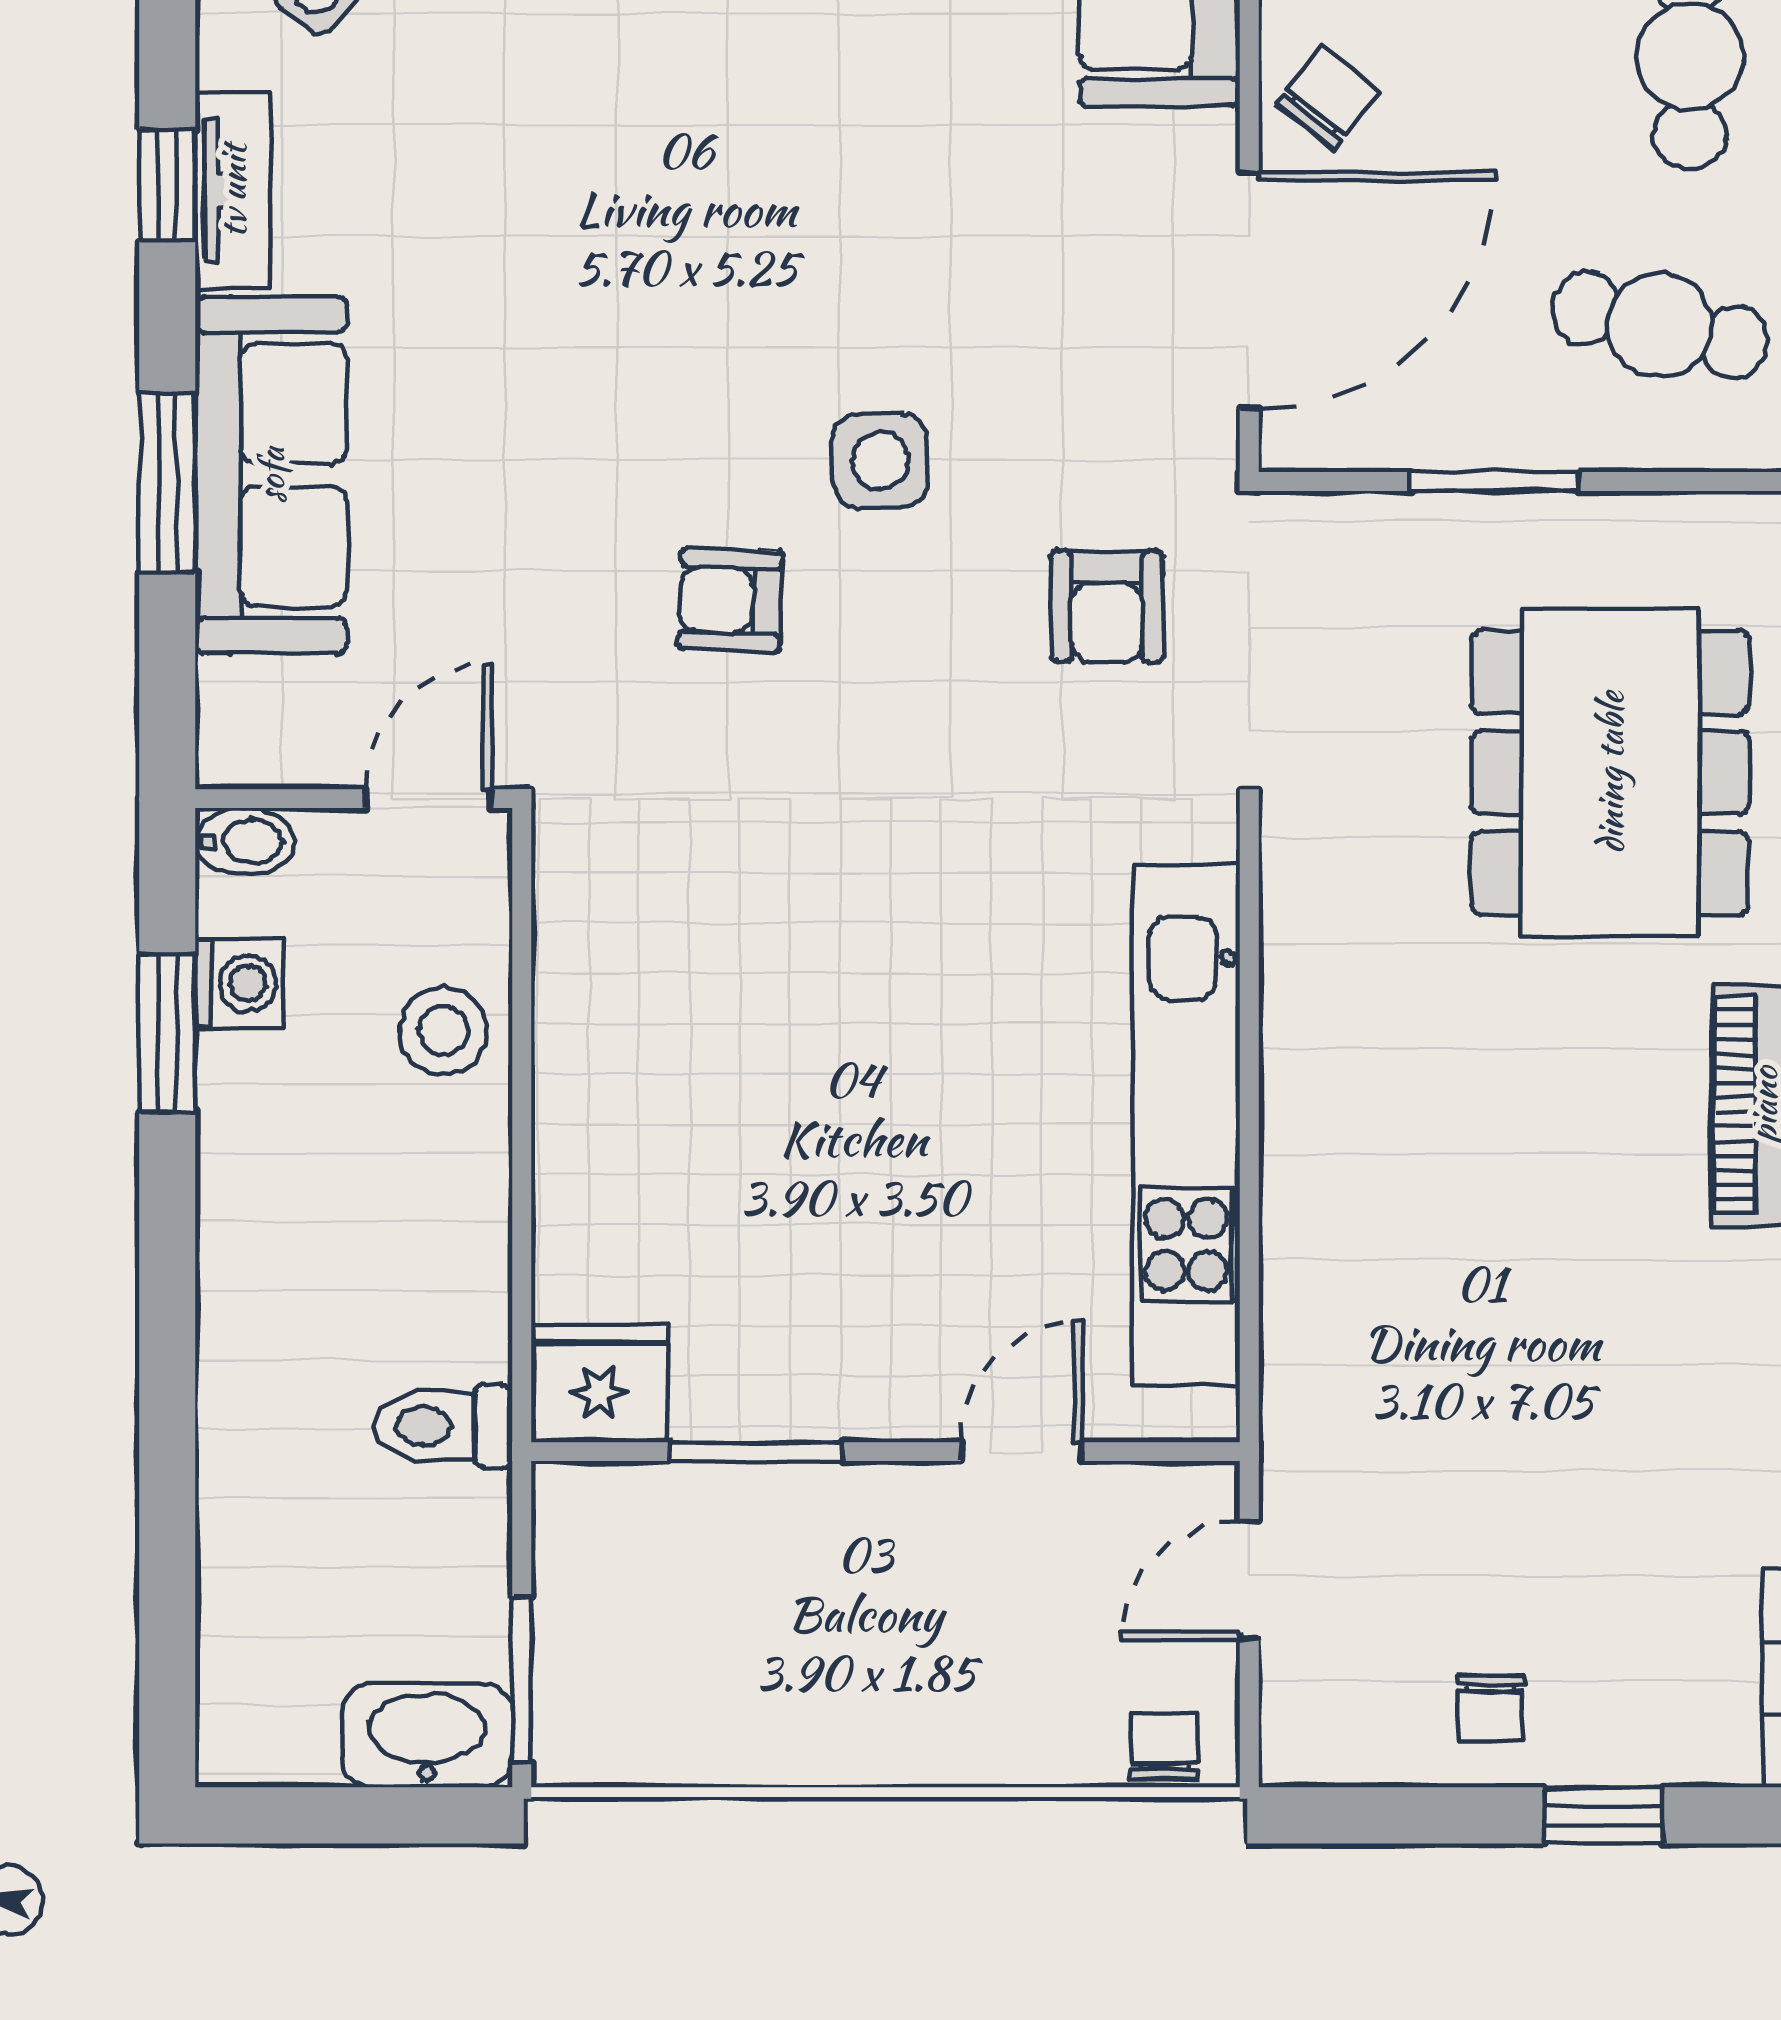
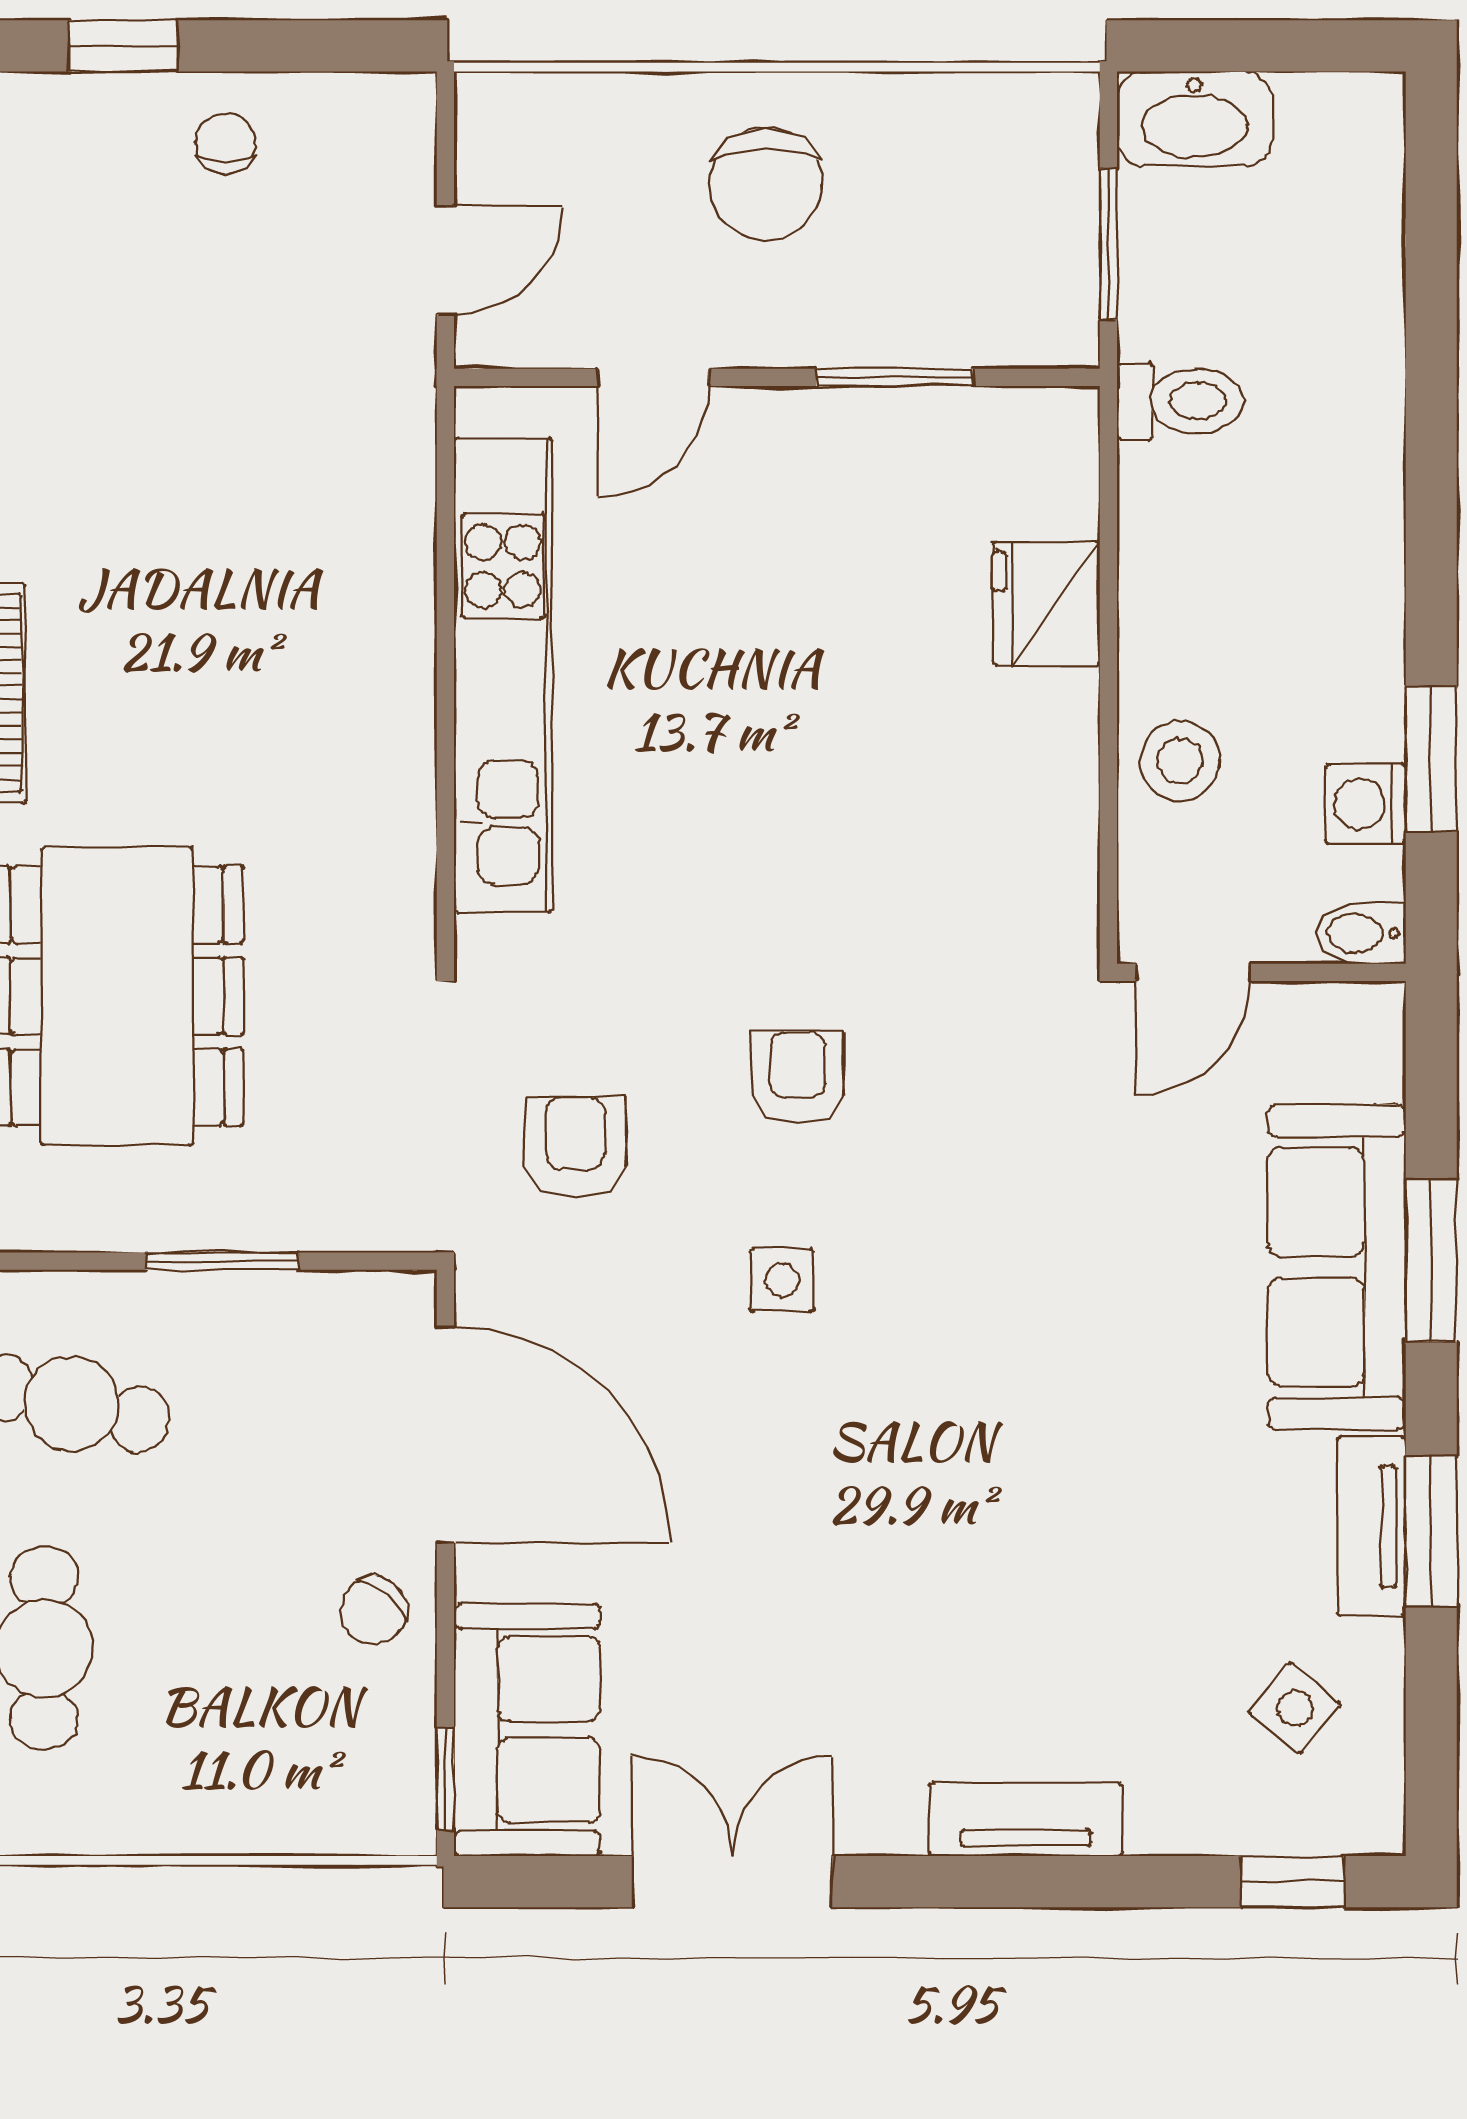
window: (167, 185) -> (1431, 1532), width x1.50
door: (1249, 291) -> (445, 1435), swing flipped
side table: (880, 461) -> (782, 1280), width x0.73, depth x0.73
armchair: (731, 600) -> (797, 1078), moved, turned -92
fridge: (599, 1384) -> (1046, 604), moved, turned 90
window: (522, 1679) -> (1108, 244), moved
chair: (1164, 1746) -> (766, 184), moved, width x1.87, depth x1.87

